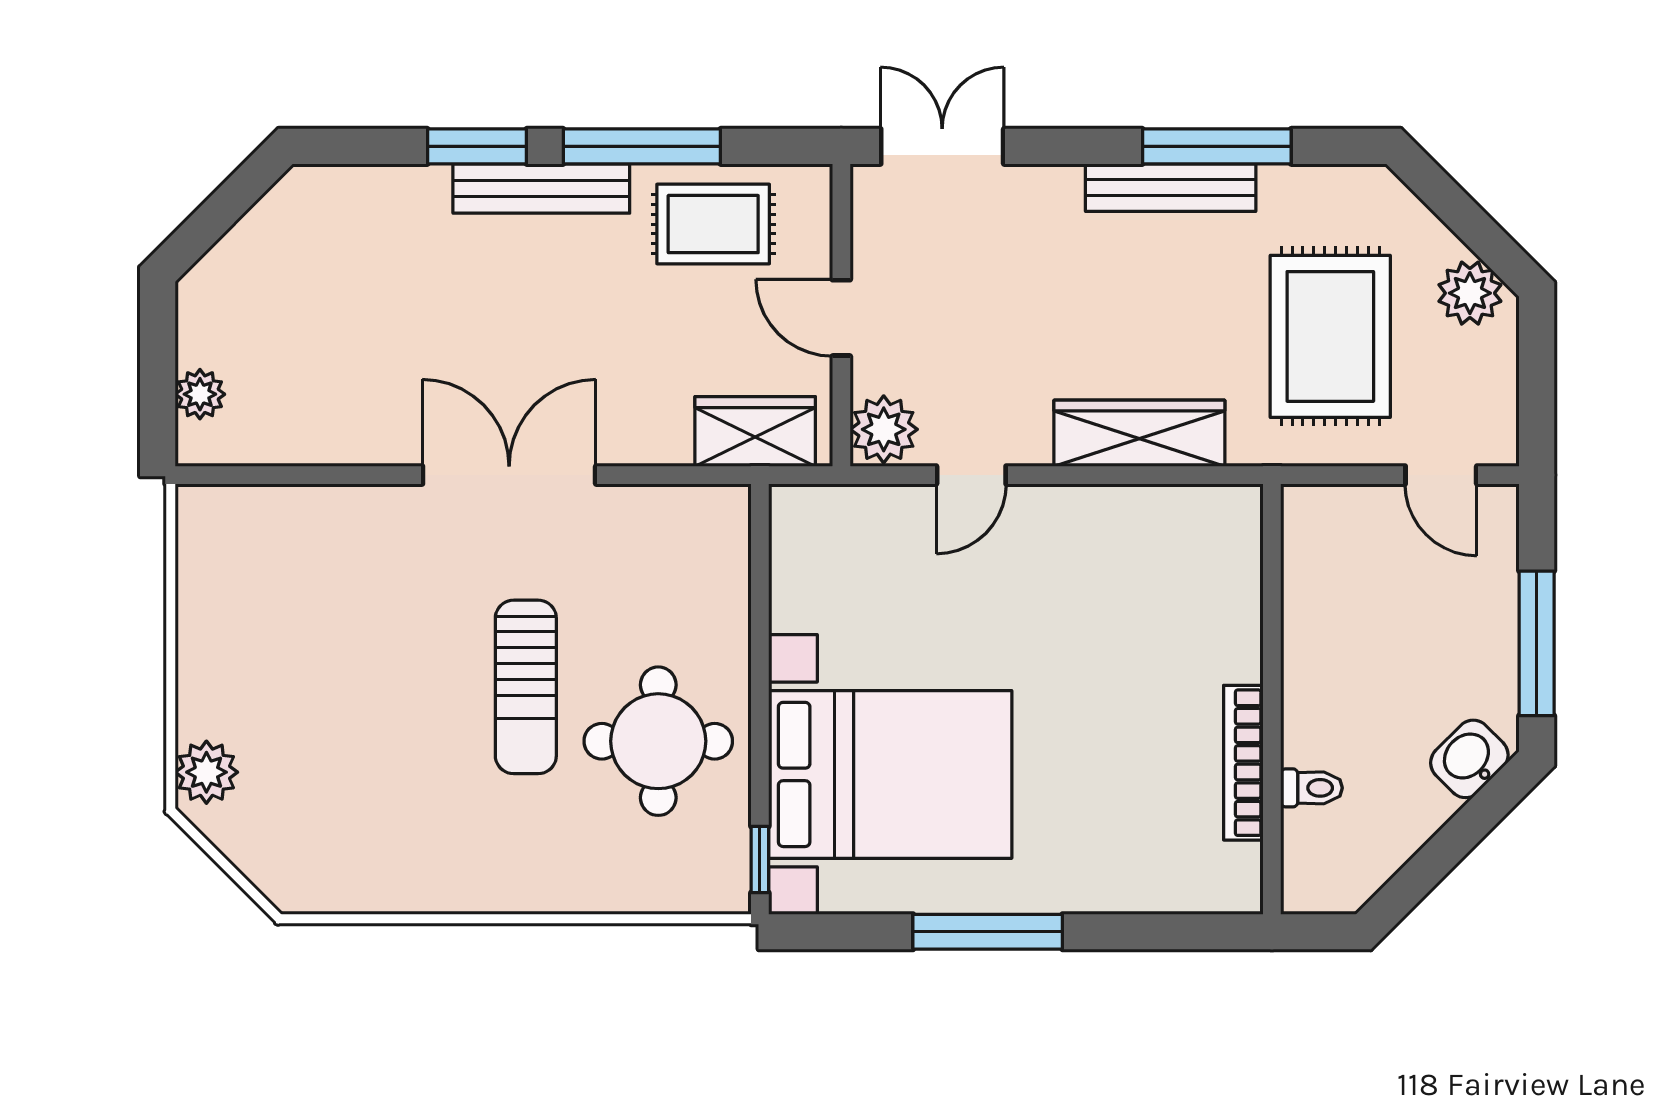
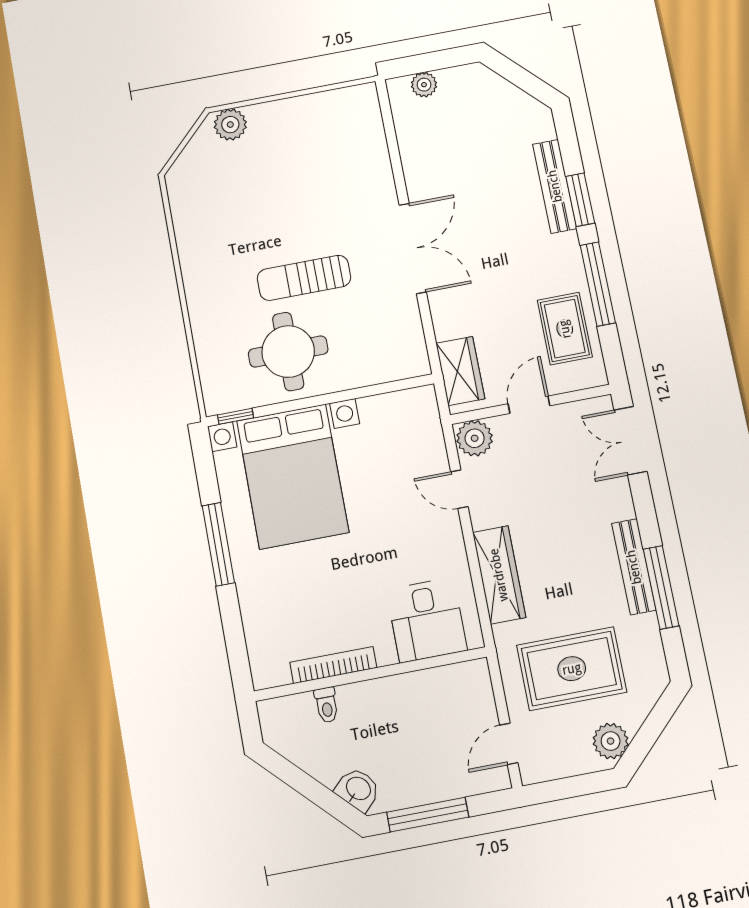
double door: (942, 146) -> (630, 441), swing flipped
bench: (541, 189) -> (555, 186), moved
desk: (1195, 580) -> (427, 620), added

